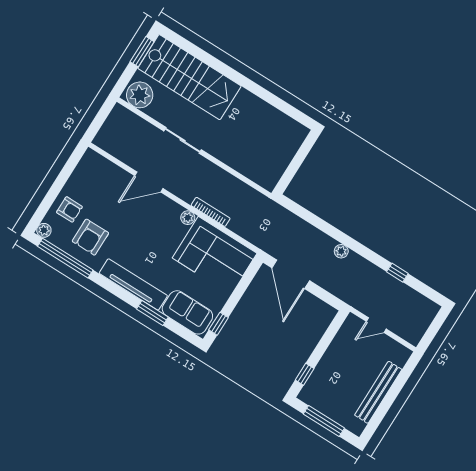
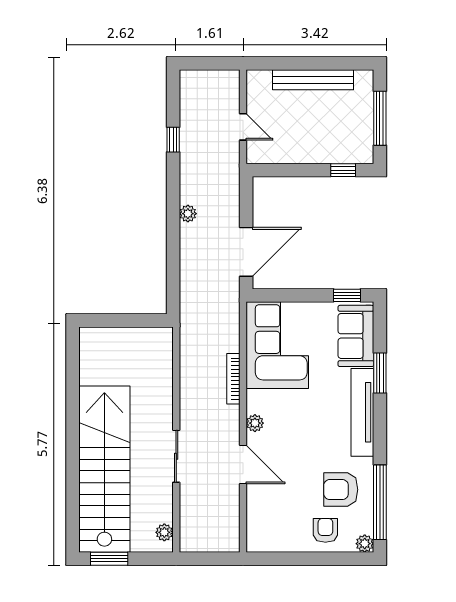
stairs: (189, 77) -> (104, 469), width x1.36
plant: (140, 95) -> (164, 532), width x0.53, depth x0.53
plant: (188, 218) -> (255, 423), moved
armchair: (90, 237) -> (341, 490), turned 180

